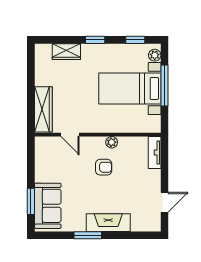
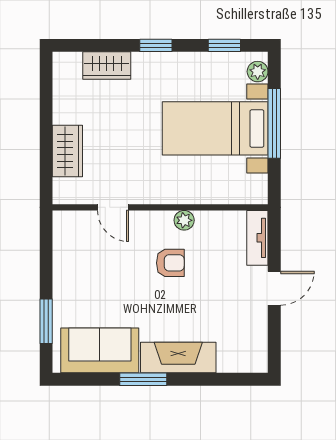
wardrobe: (43, 109) -> (67, 151), width x0.67
door: (164, 202) -> (274, 288), moved
sofa: (48, 206) -> (100, 350), moved, turned -90

